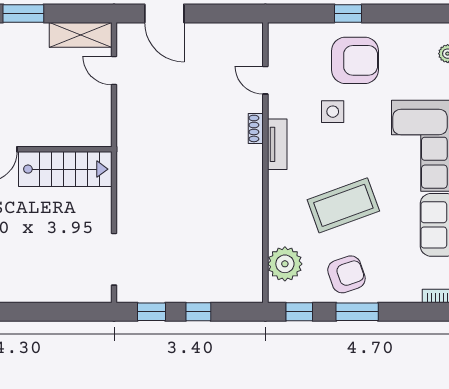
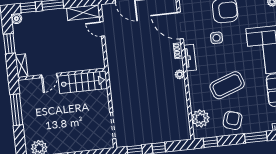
door: (265, 80) -> (180, 25), width x1.88
plant: (254, 174) -> (180, 74), added
armchair: (346, 274) -> (233, 120), turned -54
window: (357, 312) -> (256, 137), moved

